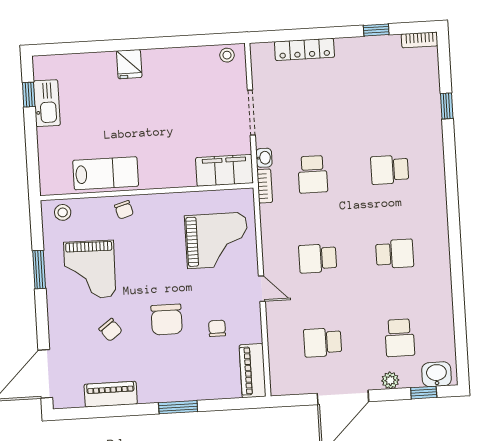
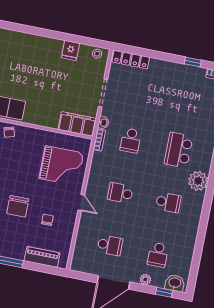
locker: (304, 49) -> (131, 60), moved
fridge: (129, 64) -> (71, 50), moved
school desk: (390, 170) -> (179, 150), width x1.85
plant: (432, 209) -> (198, 181), added
school desk: (323, 342) -> (110, 245), turned 180
piano: (253, 371) -> (42, 257), moved, turned 90

